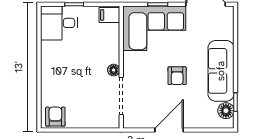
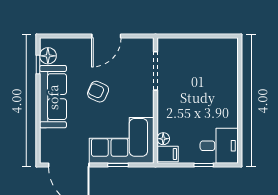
floor lamp: (114, 70) -> (163, 139), moved
armchair: (177, 76) -> (98, 92), turned -66
armchair: (55, 117) -> (223, 50), removed

